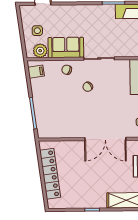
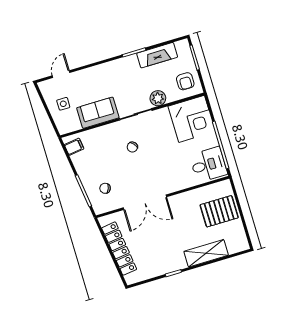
plant: (40, 51) -> (158, 98), moved
chair: (67, 70) -> (105, 188), moved
double door: (105, 139) -> (145, 202), moved

